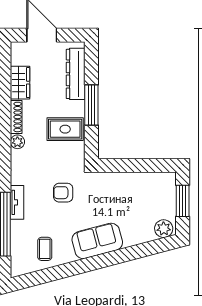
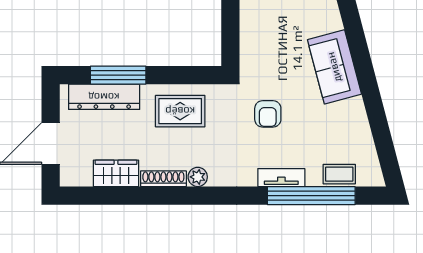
window: (91, 105) -> (118, 75), moved
rug: (65, 129) -> (180, 111), turned 90
coffee table: (45, 249) -> (339, 174), moved

